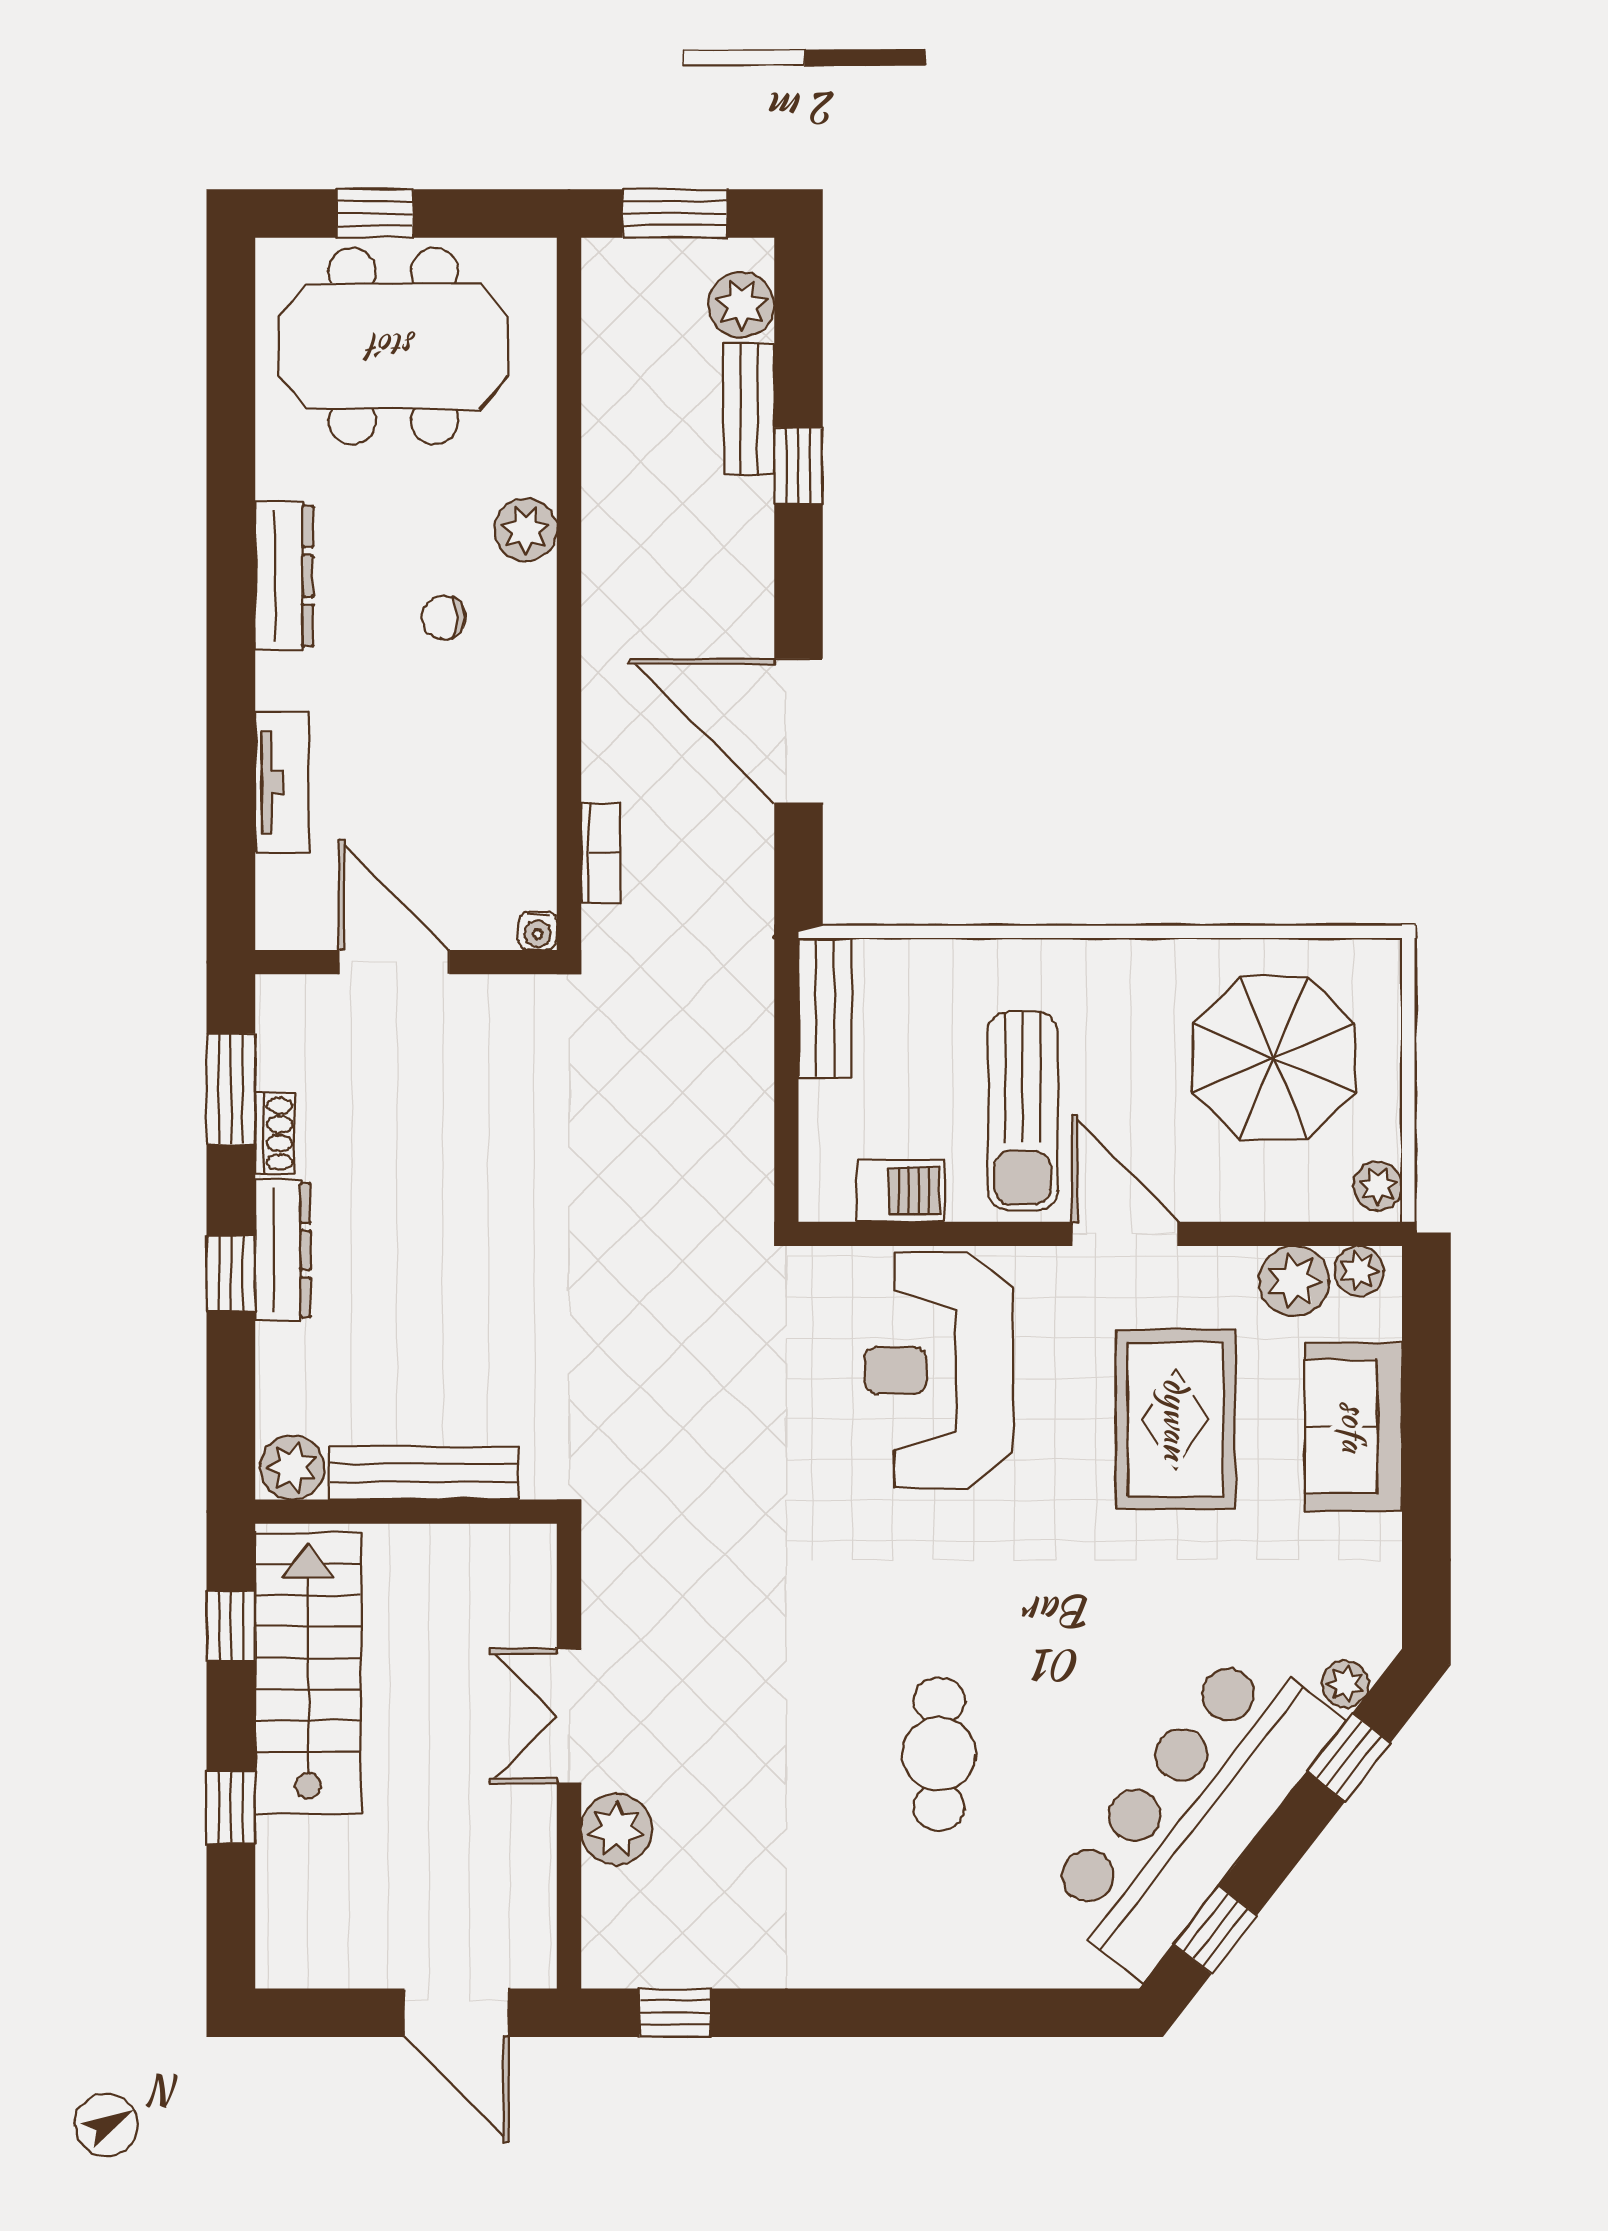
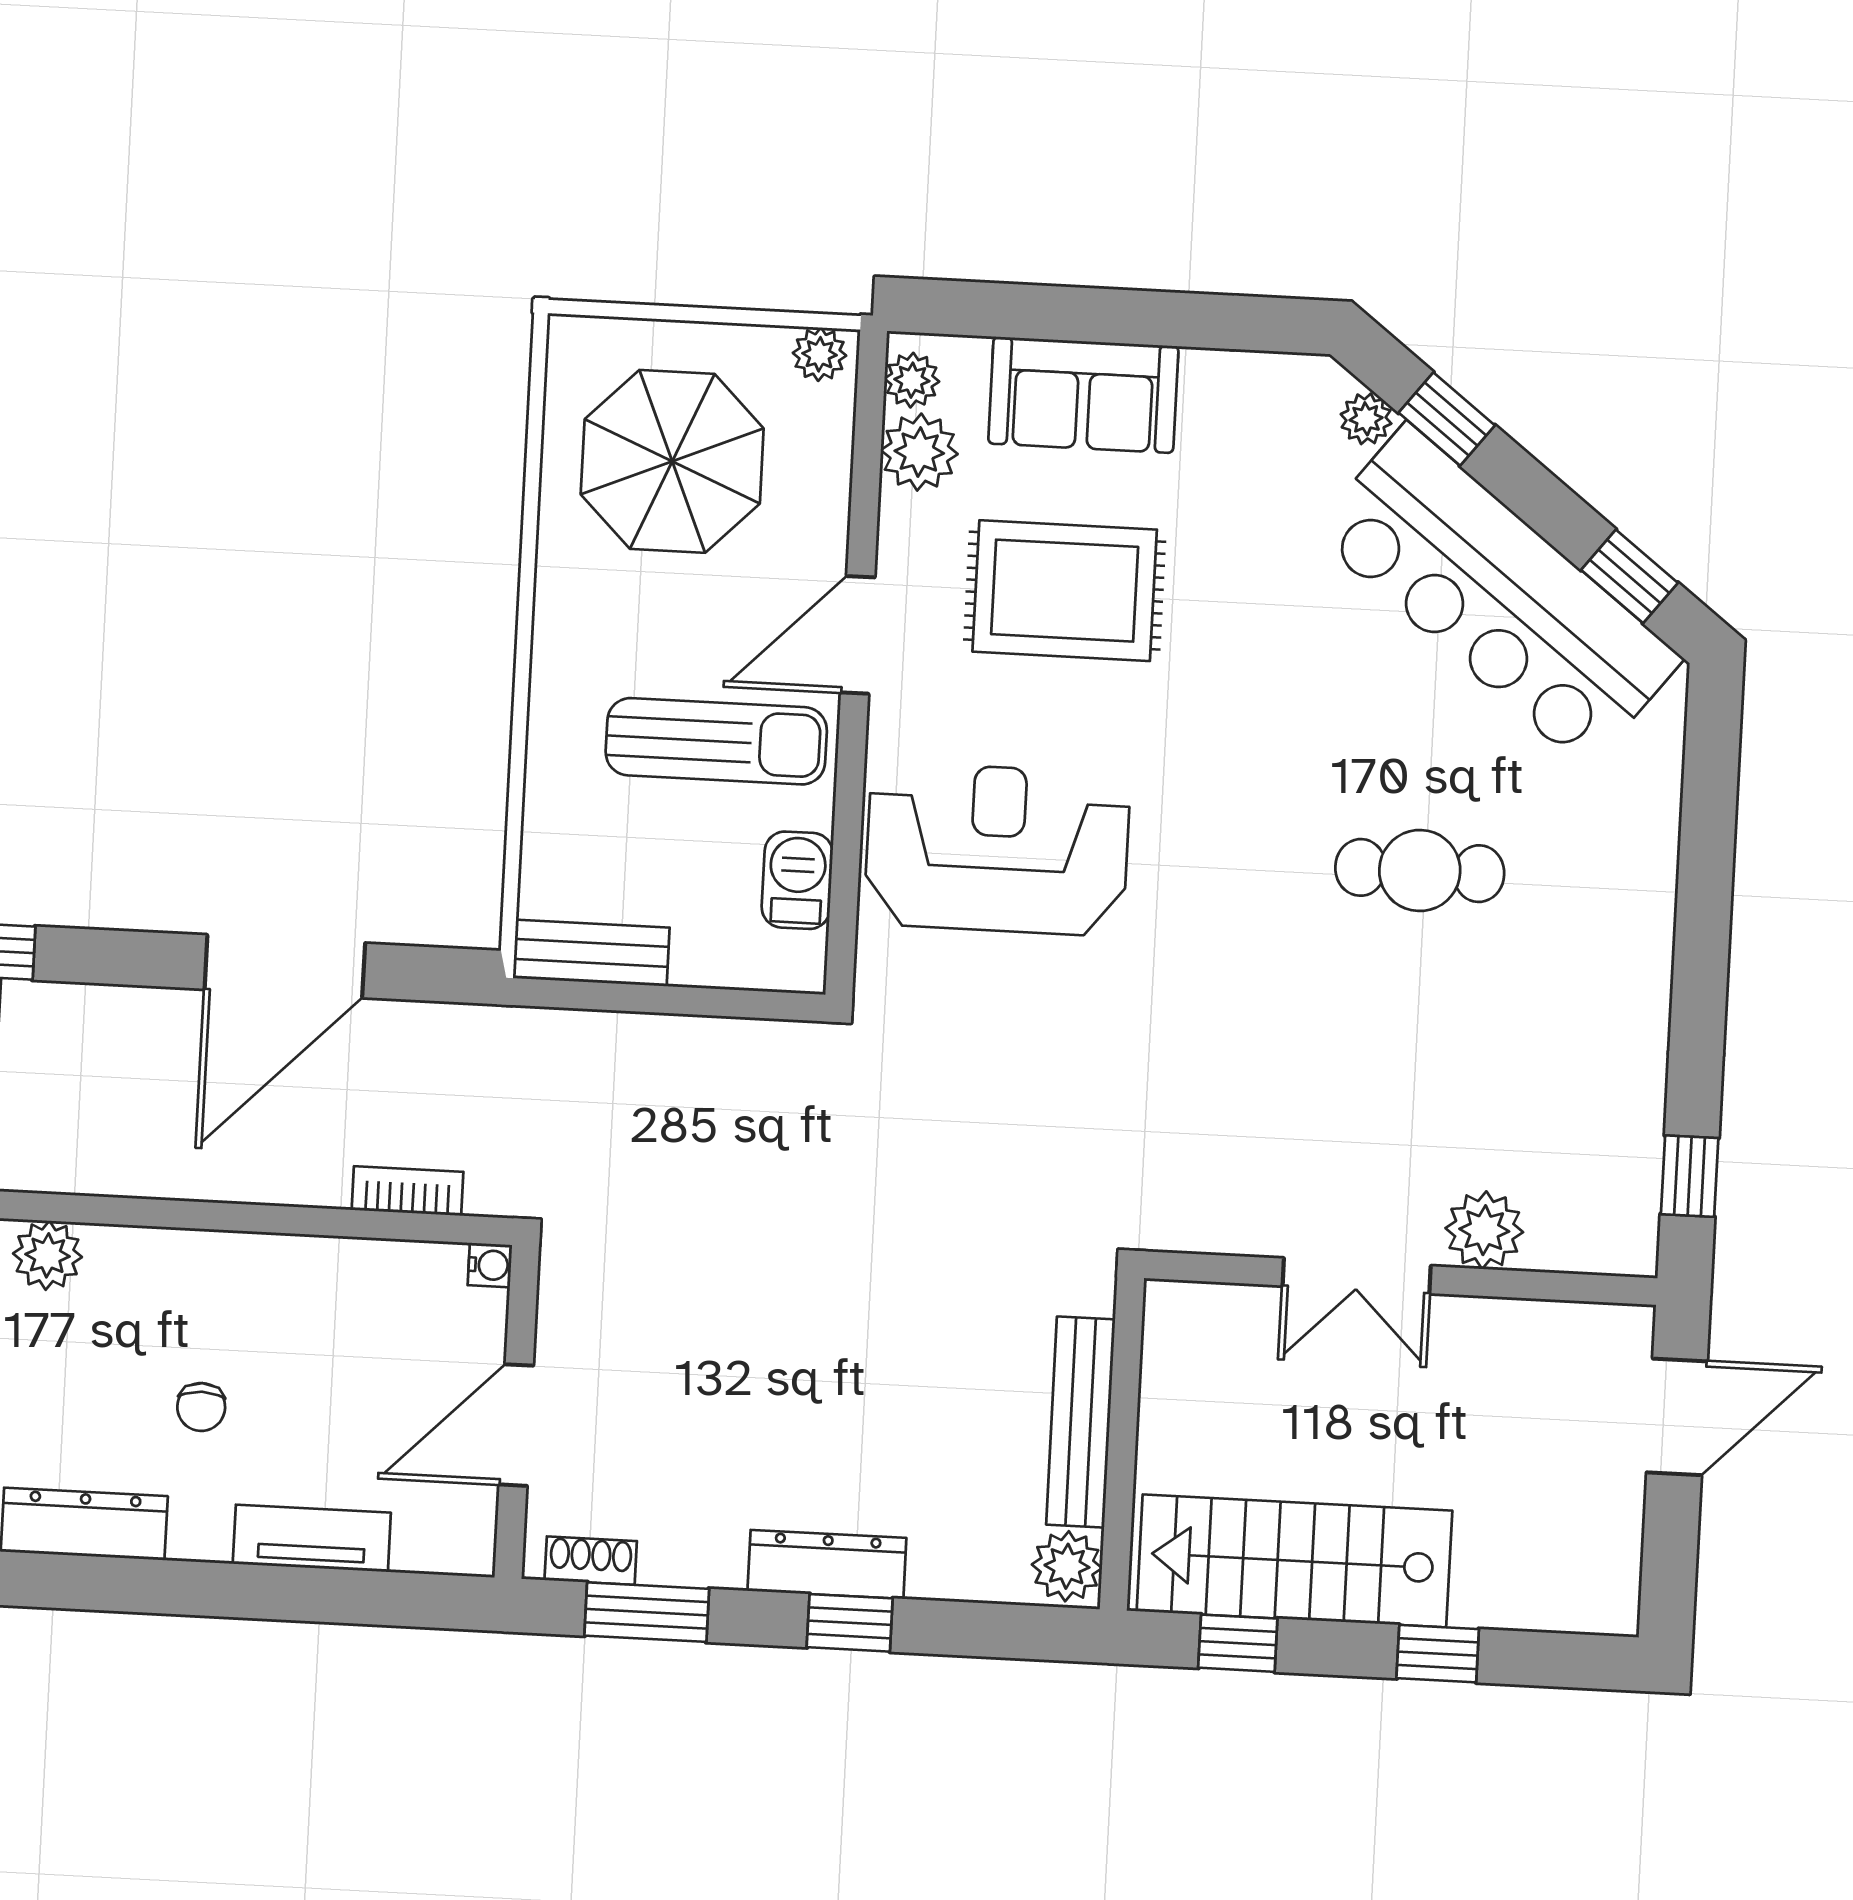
chair: (444, 617) -> (201, 1407), moved
shoe rack: (275, 1134) -> (591, 1561), moved
reception desk: (938, 1370) -> (997, 849), turned 180

